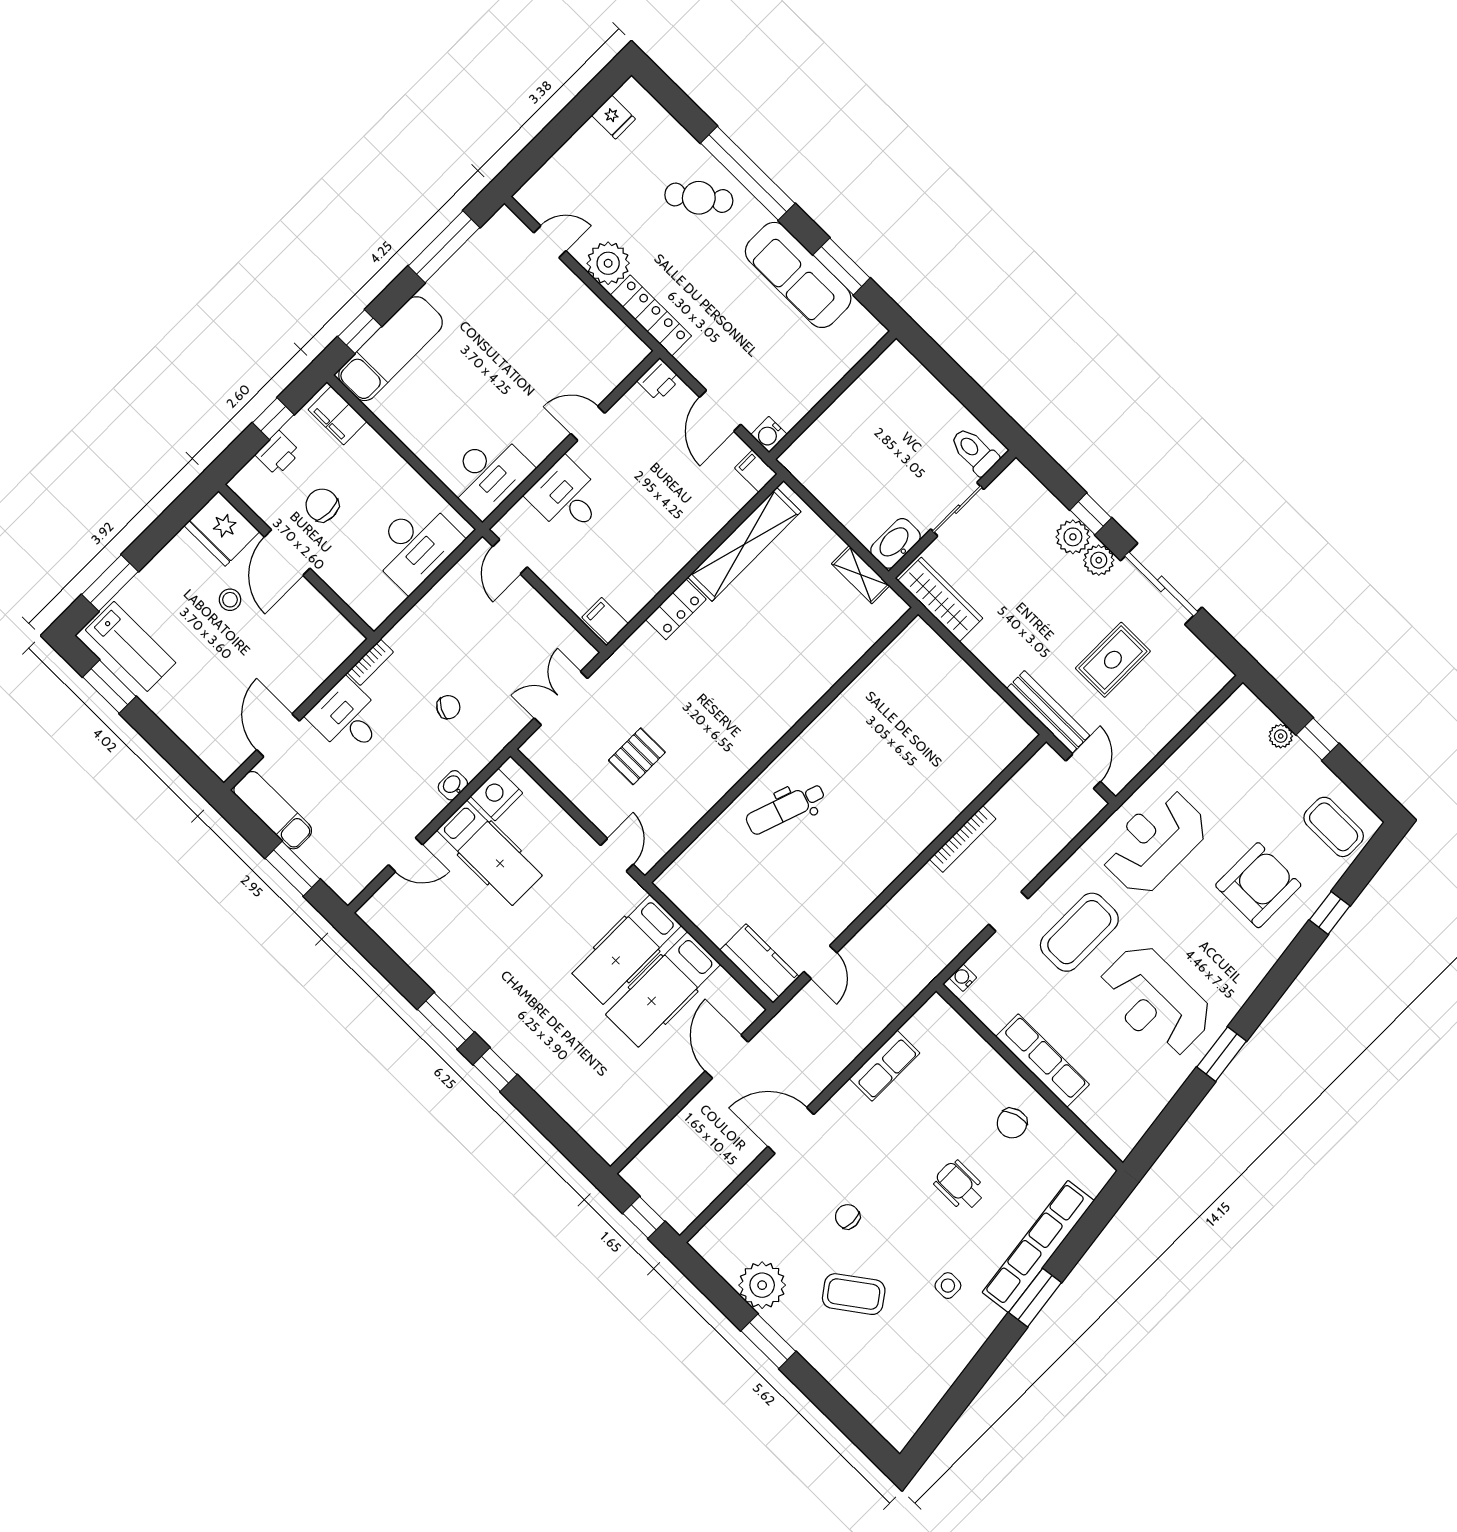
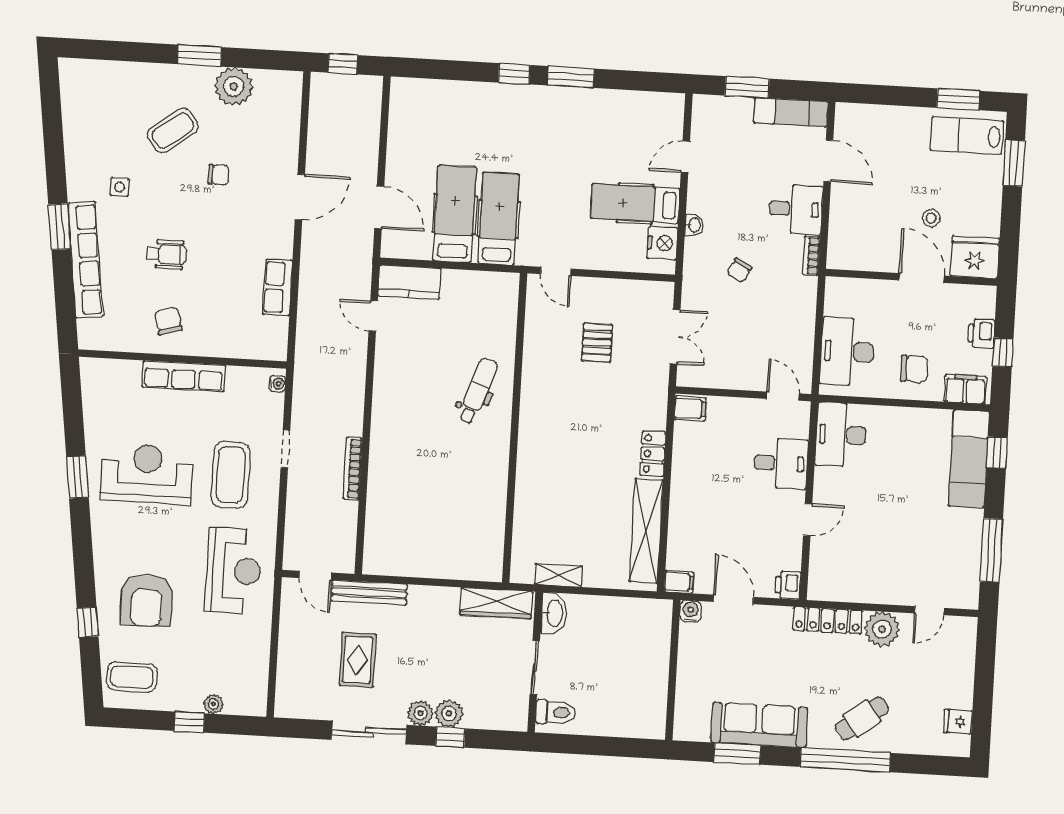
chair: (322, 505) -> (914, 369), moved

